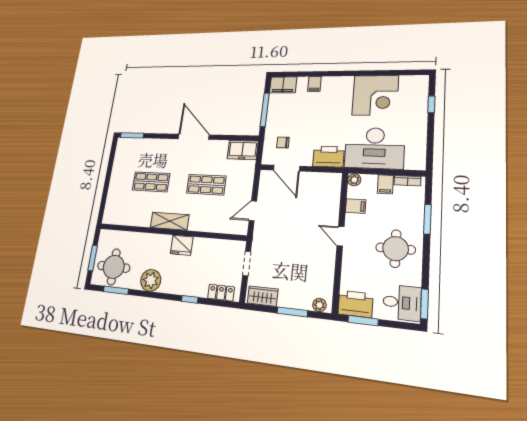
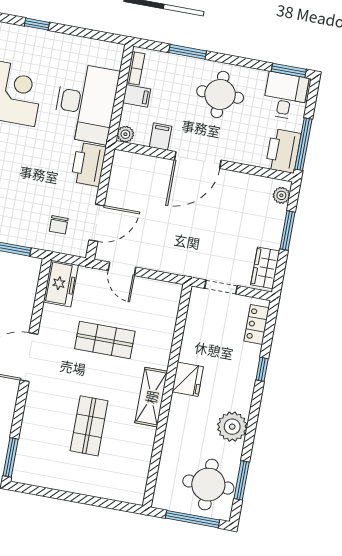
shop shelf: (206, 185) -> (105, 340), turned 90
door: (253, 211) -> (122, 269), moved
door: (341, 236) -> (198, 160), width x1.88
window: (93, 258) -> (192, 519), width x1.44
window: (363, 321) -> (303, 144), width x1.44

